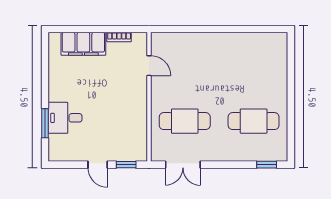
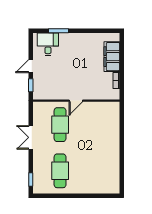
door: (149, 66) -> (76, 101), moved
desk: (65, 118) -> (48, 44), moved
double door: (183, 165) -> (31, 137), moved

